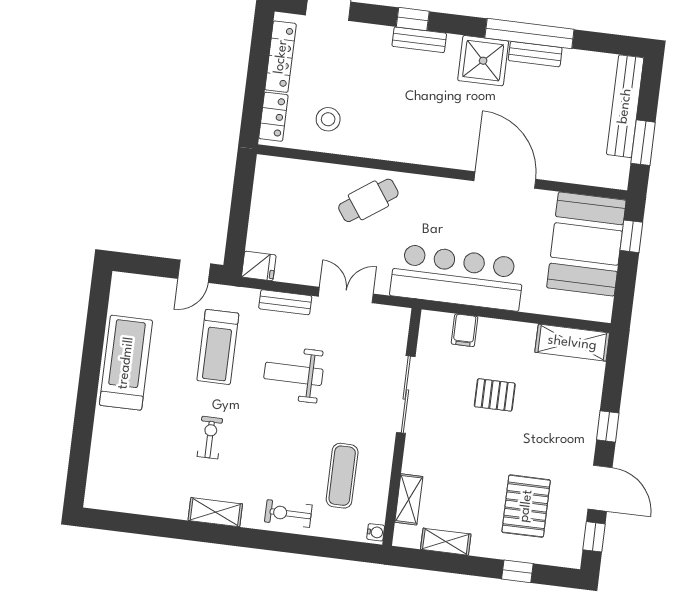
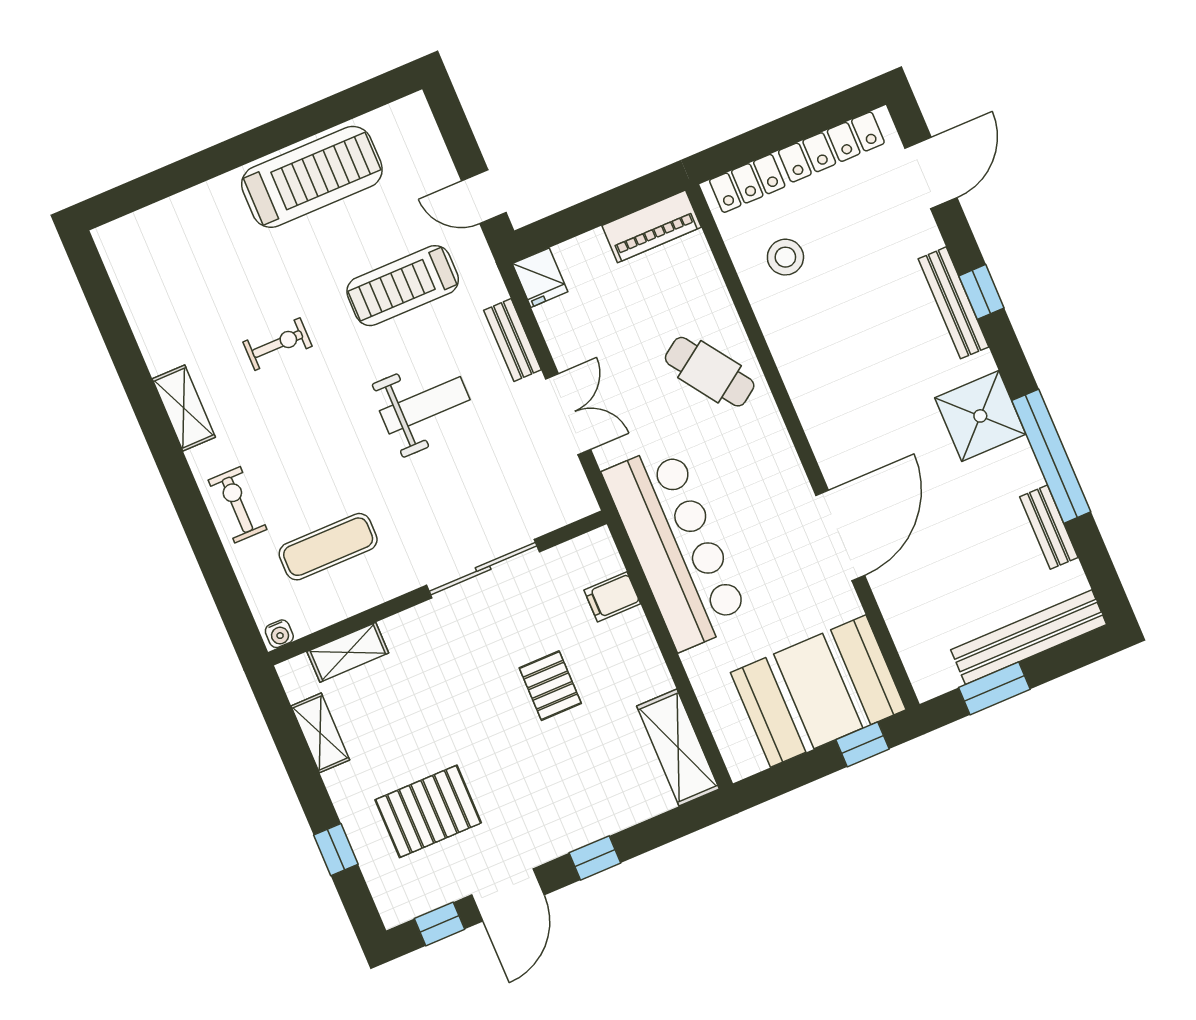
bench: (419, 40) -> (953, 303), width x1.36
bench: (535, 54) -> (1049, 527), moved
piano: (266, 185) -> (652, 226), added
weight bench: (293, 374) -> (425, 405), turned 90

